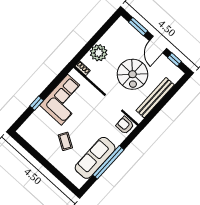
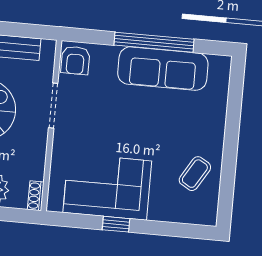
window: (37, 103) -> (116, 224), moved
coffee table: (65, 141) -> (195, 174), moved

